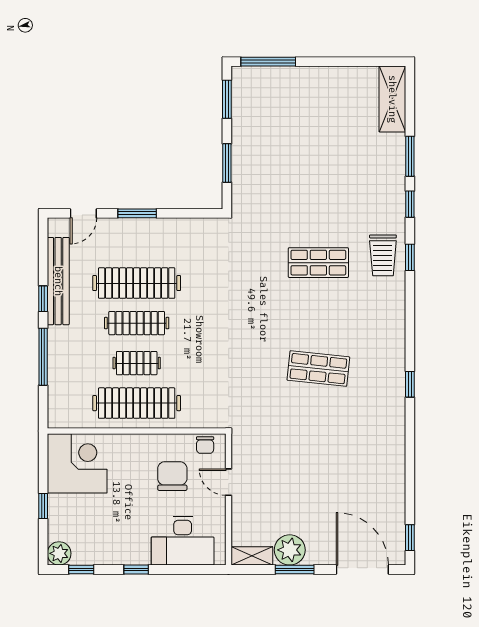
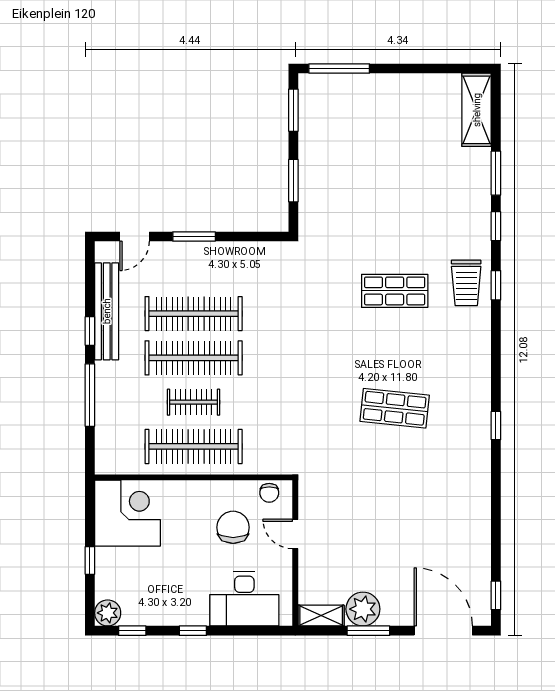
clothes rail: (137, 323) -> (194, 358), width x1.37, depth x1.31

